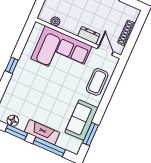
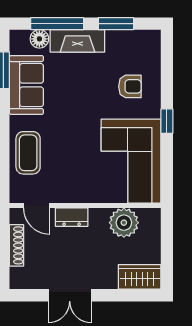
plant: (55, 21) -> (124, 223), width x1.88, depth x1.88
corner sofa: (61, 52) -> (131, 161), moved, turned -90
armchair: (24, 94) -> (130, 86), added
floor lamp: (13, 121) -> (39, 39), moved

